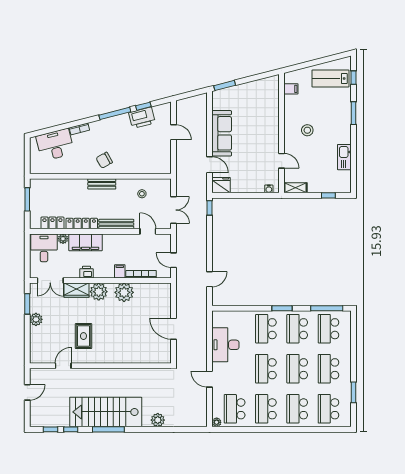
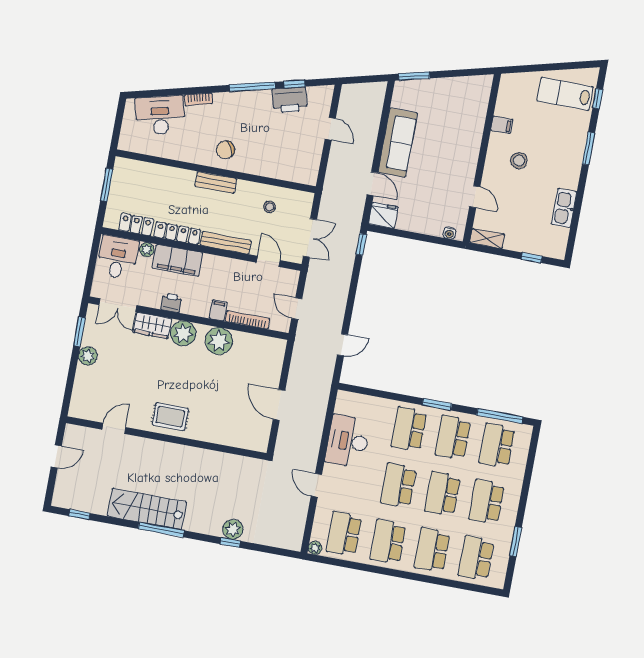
filing cabinet: (291, 89) -> (502, 125), moved
rug: (83, 336) -> (170, 417), moved, turned 90
stairs: (106, 412) -> (147, 509), width x0.73, depth x0.66
window: (71, 429) -> (230, 542), moved

